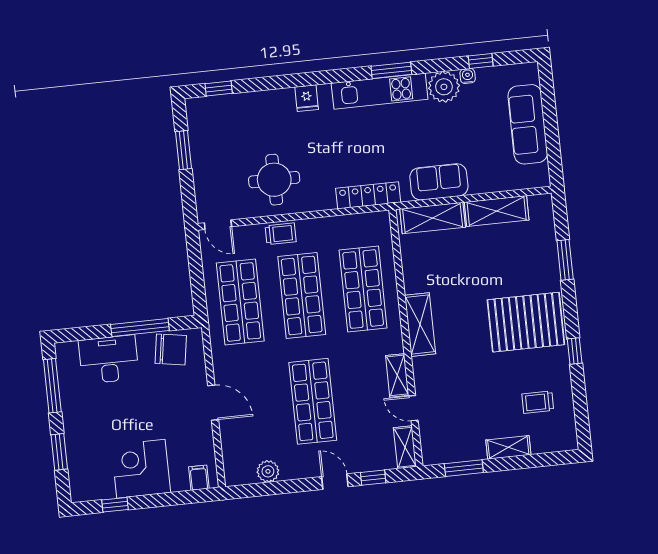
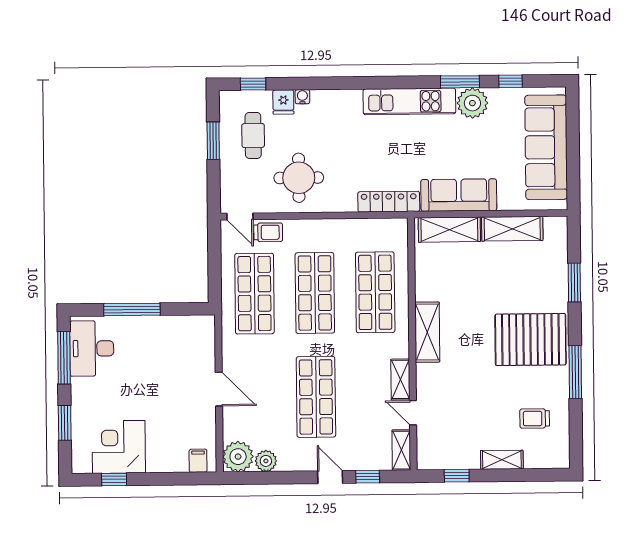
window: (391, 70) -> (460, 82), moved
water cooler: (468, 76) -> (302, 97), moved
fridge: (307, 98) -> (283, 102), moved
sofa: (528, 124) -> (546, 147), width x1.36, depth x1.27
cafe table: (224, 141) -> (253, 135), added
sofa: (439, 182) -> (459, 195), width x1.36
trolley: (281, 234) -> (268, 232), moved
window: (140, 328) -> (132, 309), moved
chair: (171, 349) -> (183, 333), removed
window: (575, 351) -> (575, 372), width x2.17
desk: (109, 359) -> (92, 348), moved, turned -90
window: (464, 468) -> (457, 476), width x0.67
corner desk: (141, 469) -> (119, 447), moved
plant: (239, 470) -> (238, 457), added

